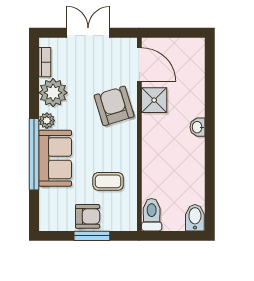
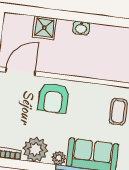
shower: (154, 100) -> (44, 28), moved
armchair: (114, 106) -> (53, 98), turned -73

